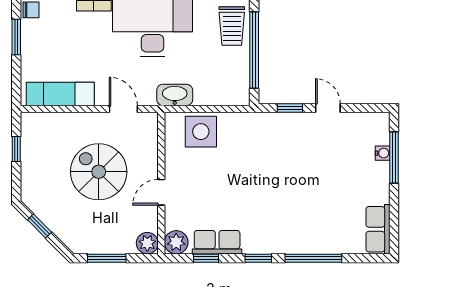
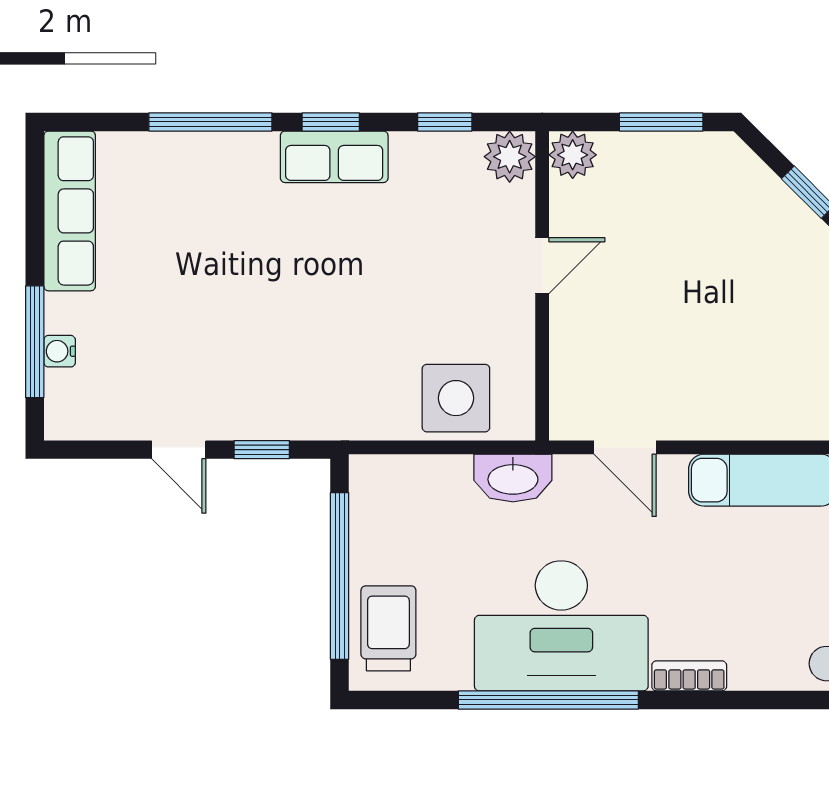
spiral stairs: (99, 172) -> (679, 310), removed
row of seats: (378, 229) -> (70, 211), width x1.48
row of seats: (217, 242) -> (334, 157), moved

